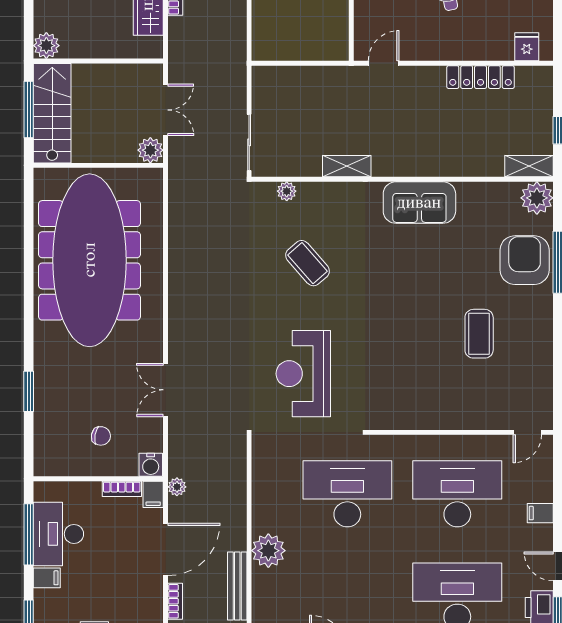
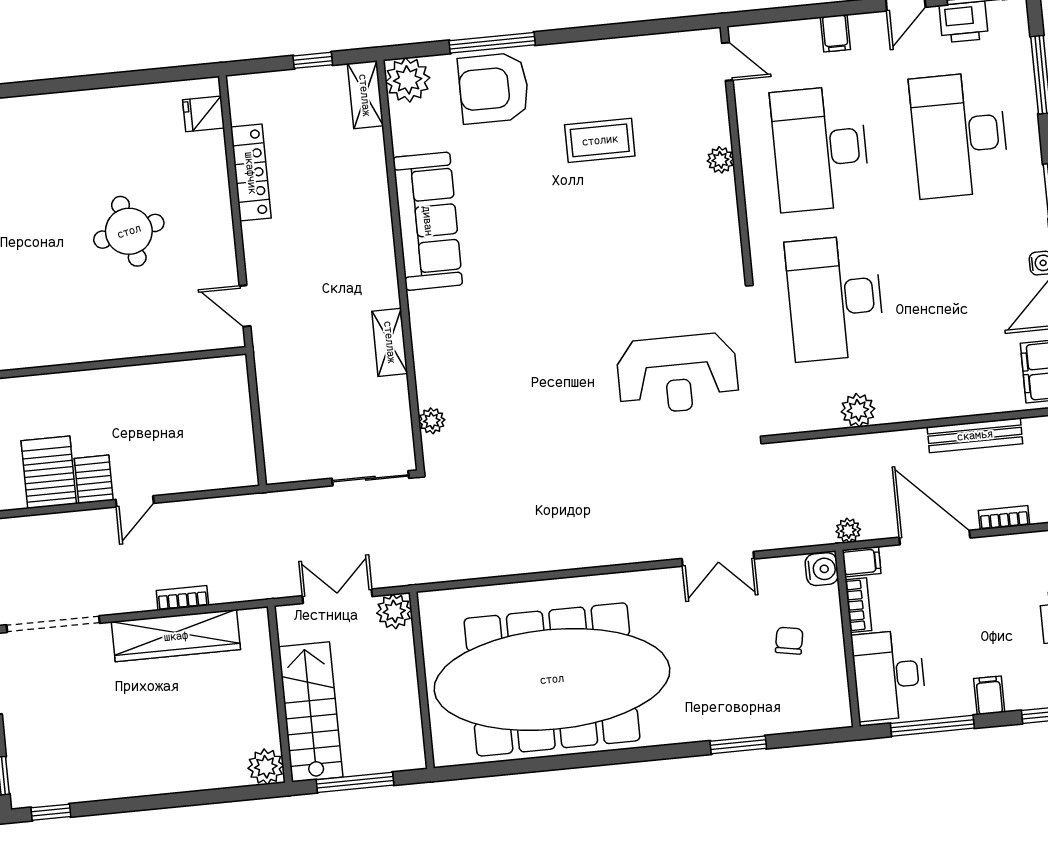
stairs: (52, 113) -> (311, 712), moved, turned 90
sofa: (419, 203) -> (428, 221), width x1.36
coffee table: (307, 263) -> (527, 383), removed
plant: (456, 420) -> (720, 160), added
desk: (58, 534) -> (889, 675), moved, turned 90
plant: (268, 551) -> (858, 410), moved, width x0.73, depth x0.73

